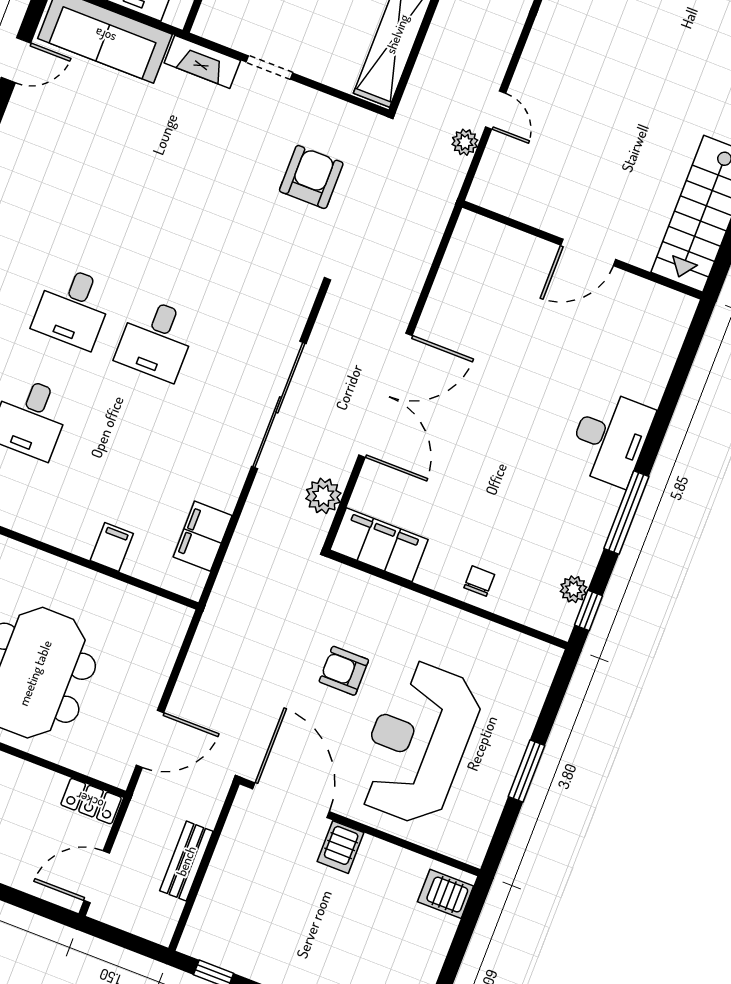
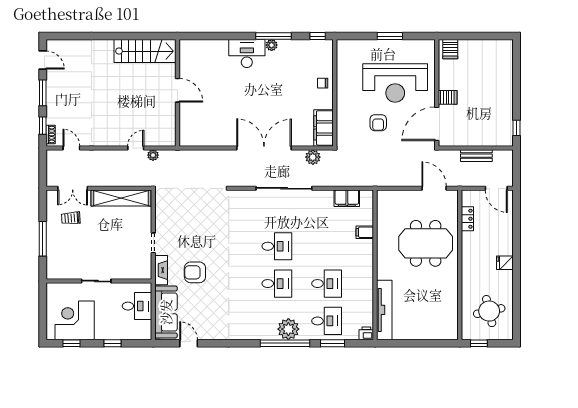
armchair: (311, 177) -> (195, 272), moved
plant: (574, 589) -> (272, 45), moved
locker: (91, 801) -> (467, 219), moved

